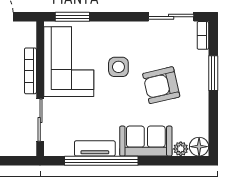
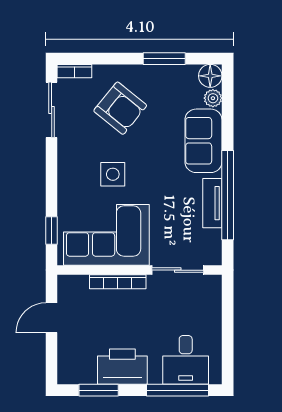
window: (72, 17) -> (52, 231), width x0.67
window: (213, 73) -> (164, 59), moved
armchair: (161, 85) -> (120, 108), moved, turned -38

